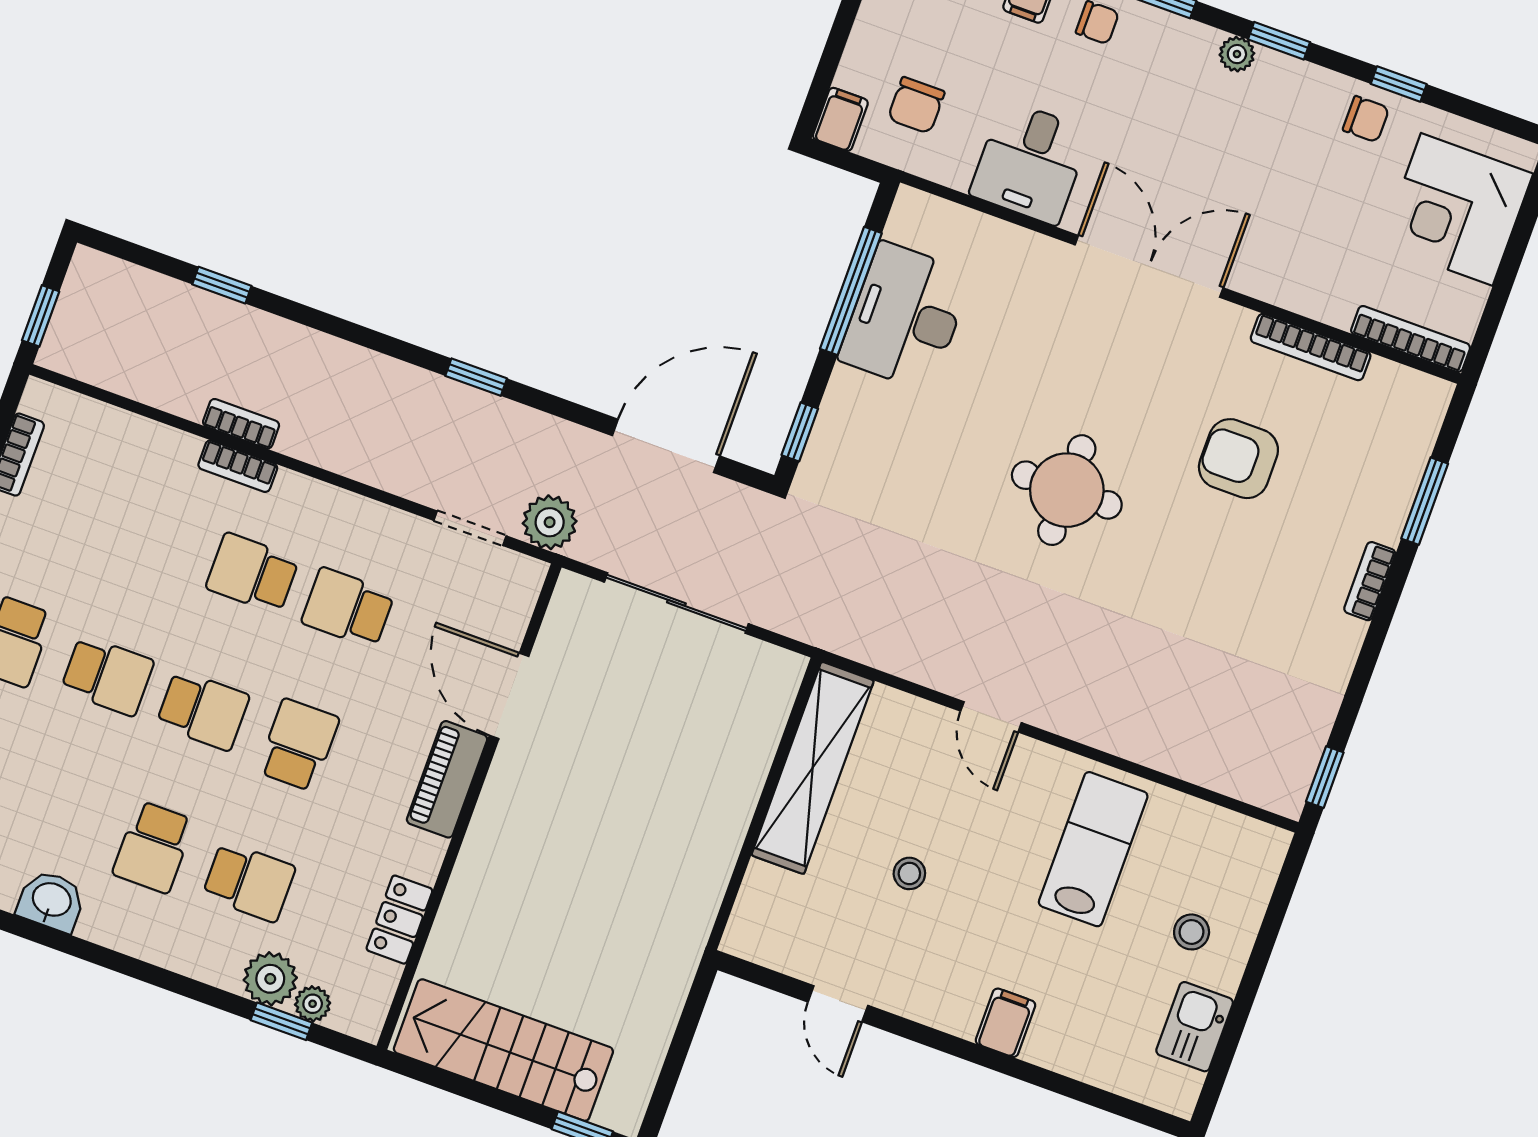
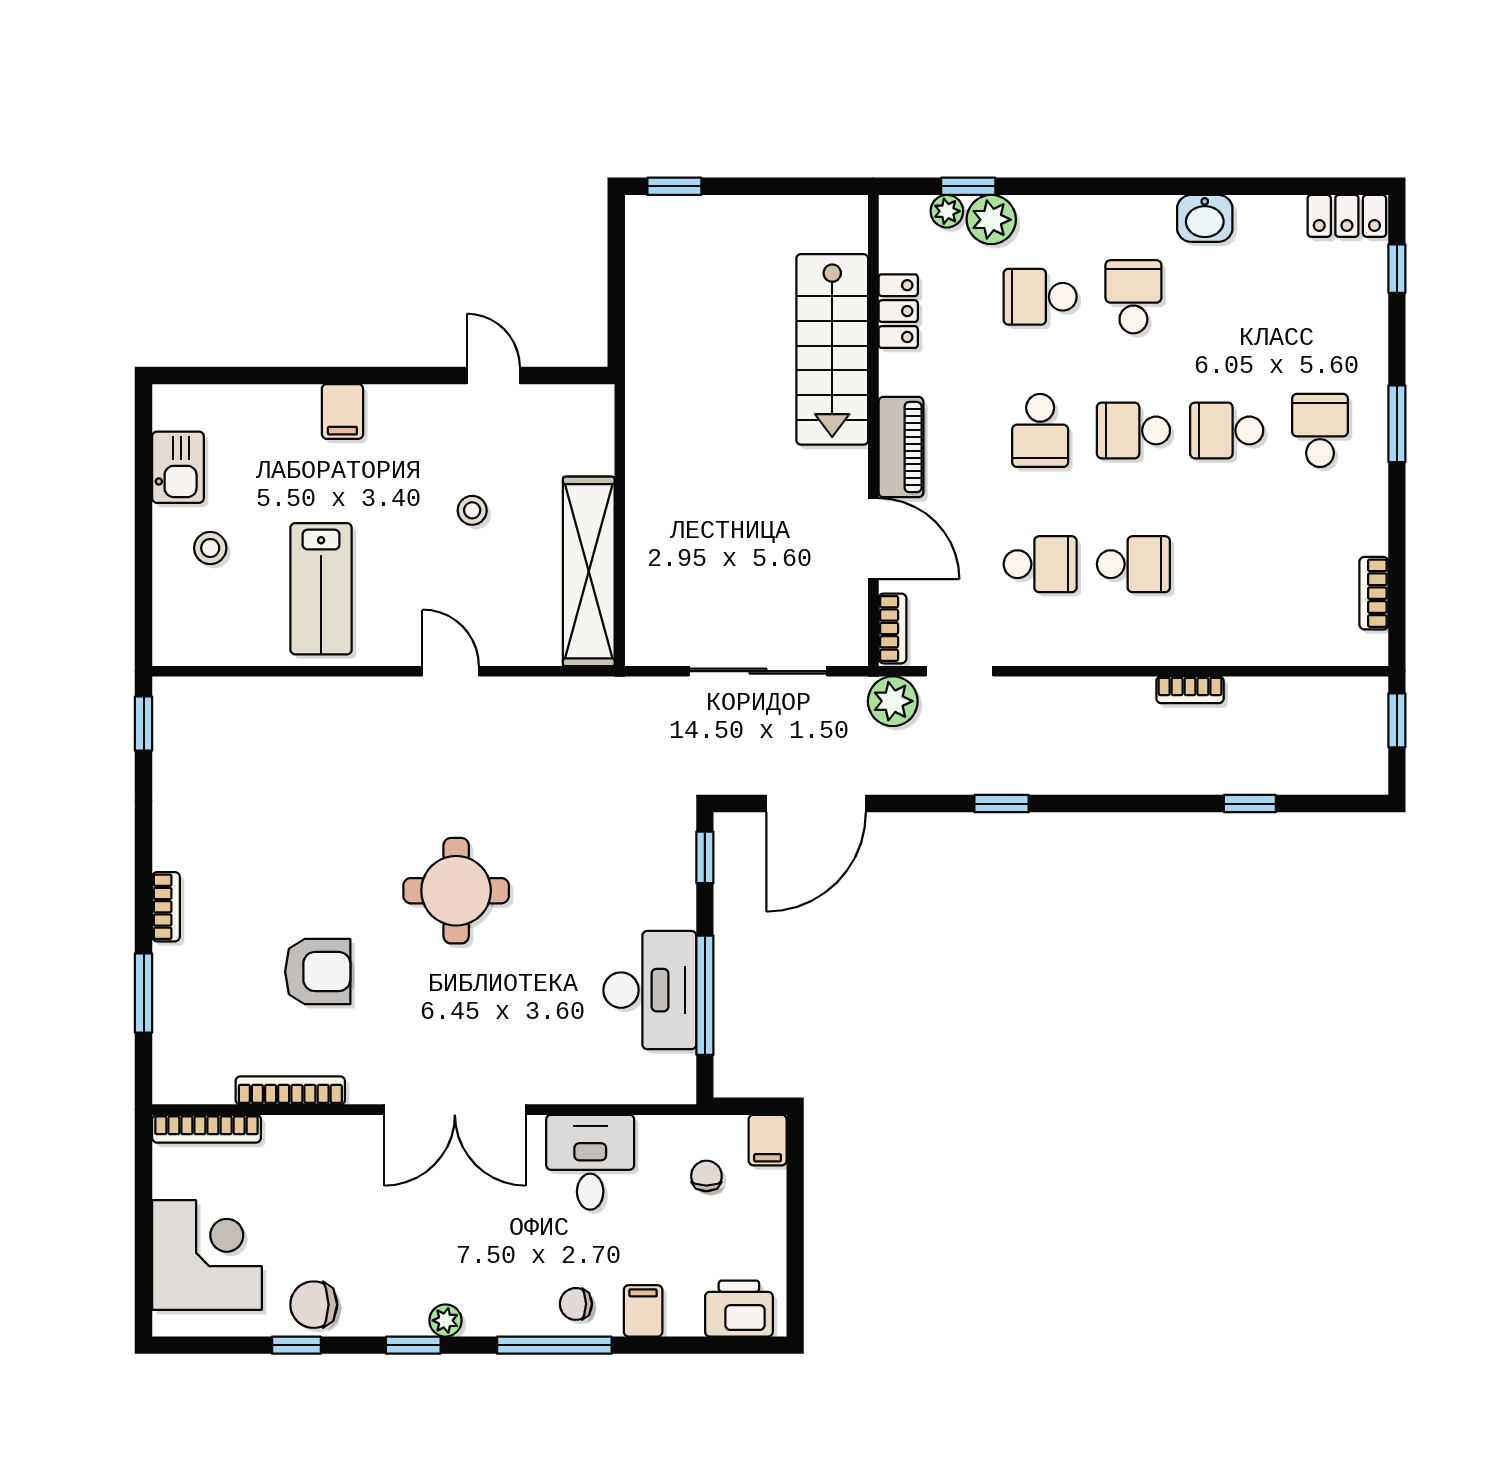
chair: (916, 105) -> (706, 1176), width x0.73, depth x0.73
chair: (1366, 119) -> (314, 1305), width x1.37, depth x1.37
bookcase: (238, 466) -> (892, 628), moved, turned 90
stairs: (503, 1050) -> (832, 349), moved, turned 90

